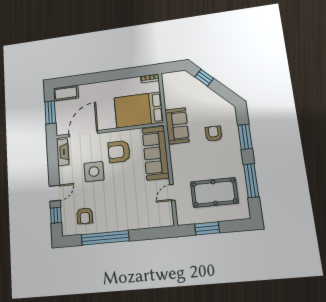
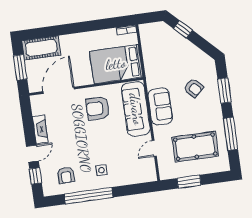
cot: (66, 93) -> (41, 48), width x1.37, depth x1.34
sofa: (177, 126) -> (160, 107), moved
armchair: (214, 134) -> (193, 88), turned 136
fireplace: (63, 152) -> (40, 129), moved
side table: (94, 172) -> (101, 170), moved, width x0.54, depth x0.54

